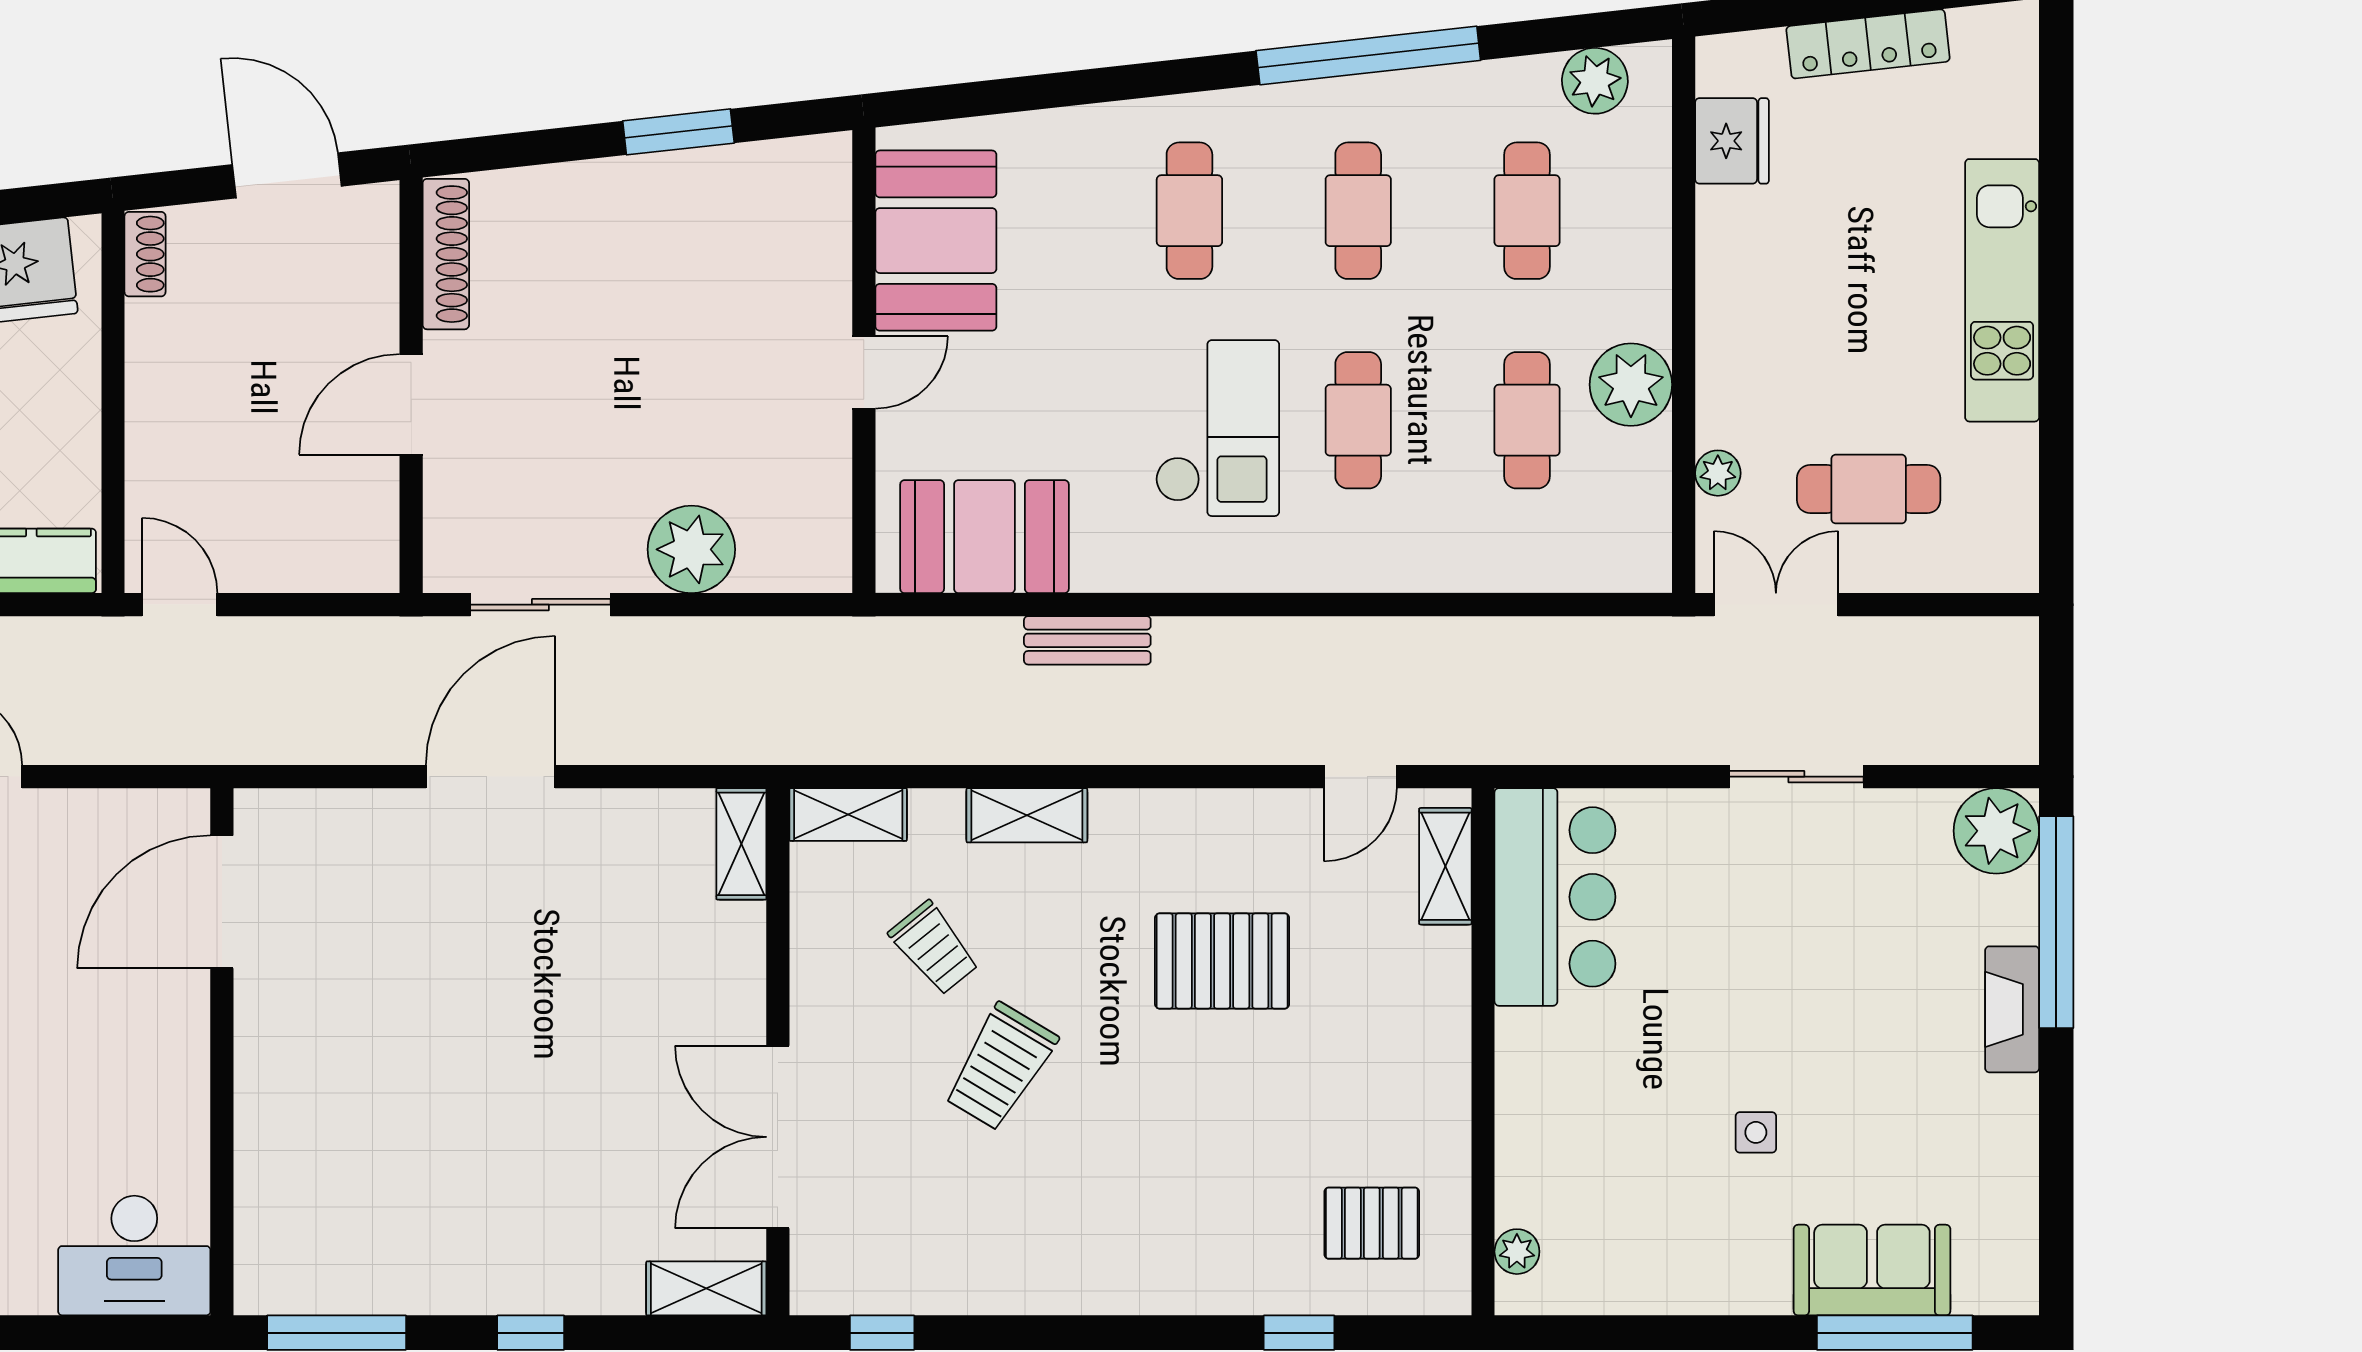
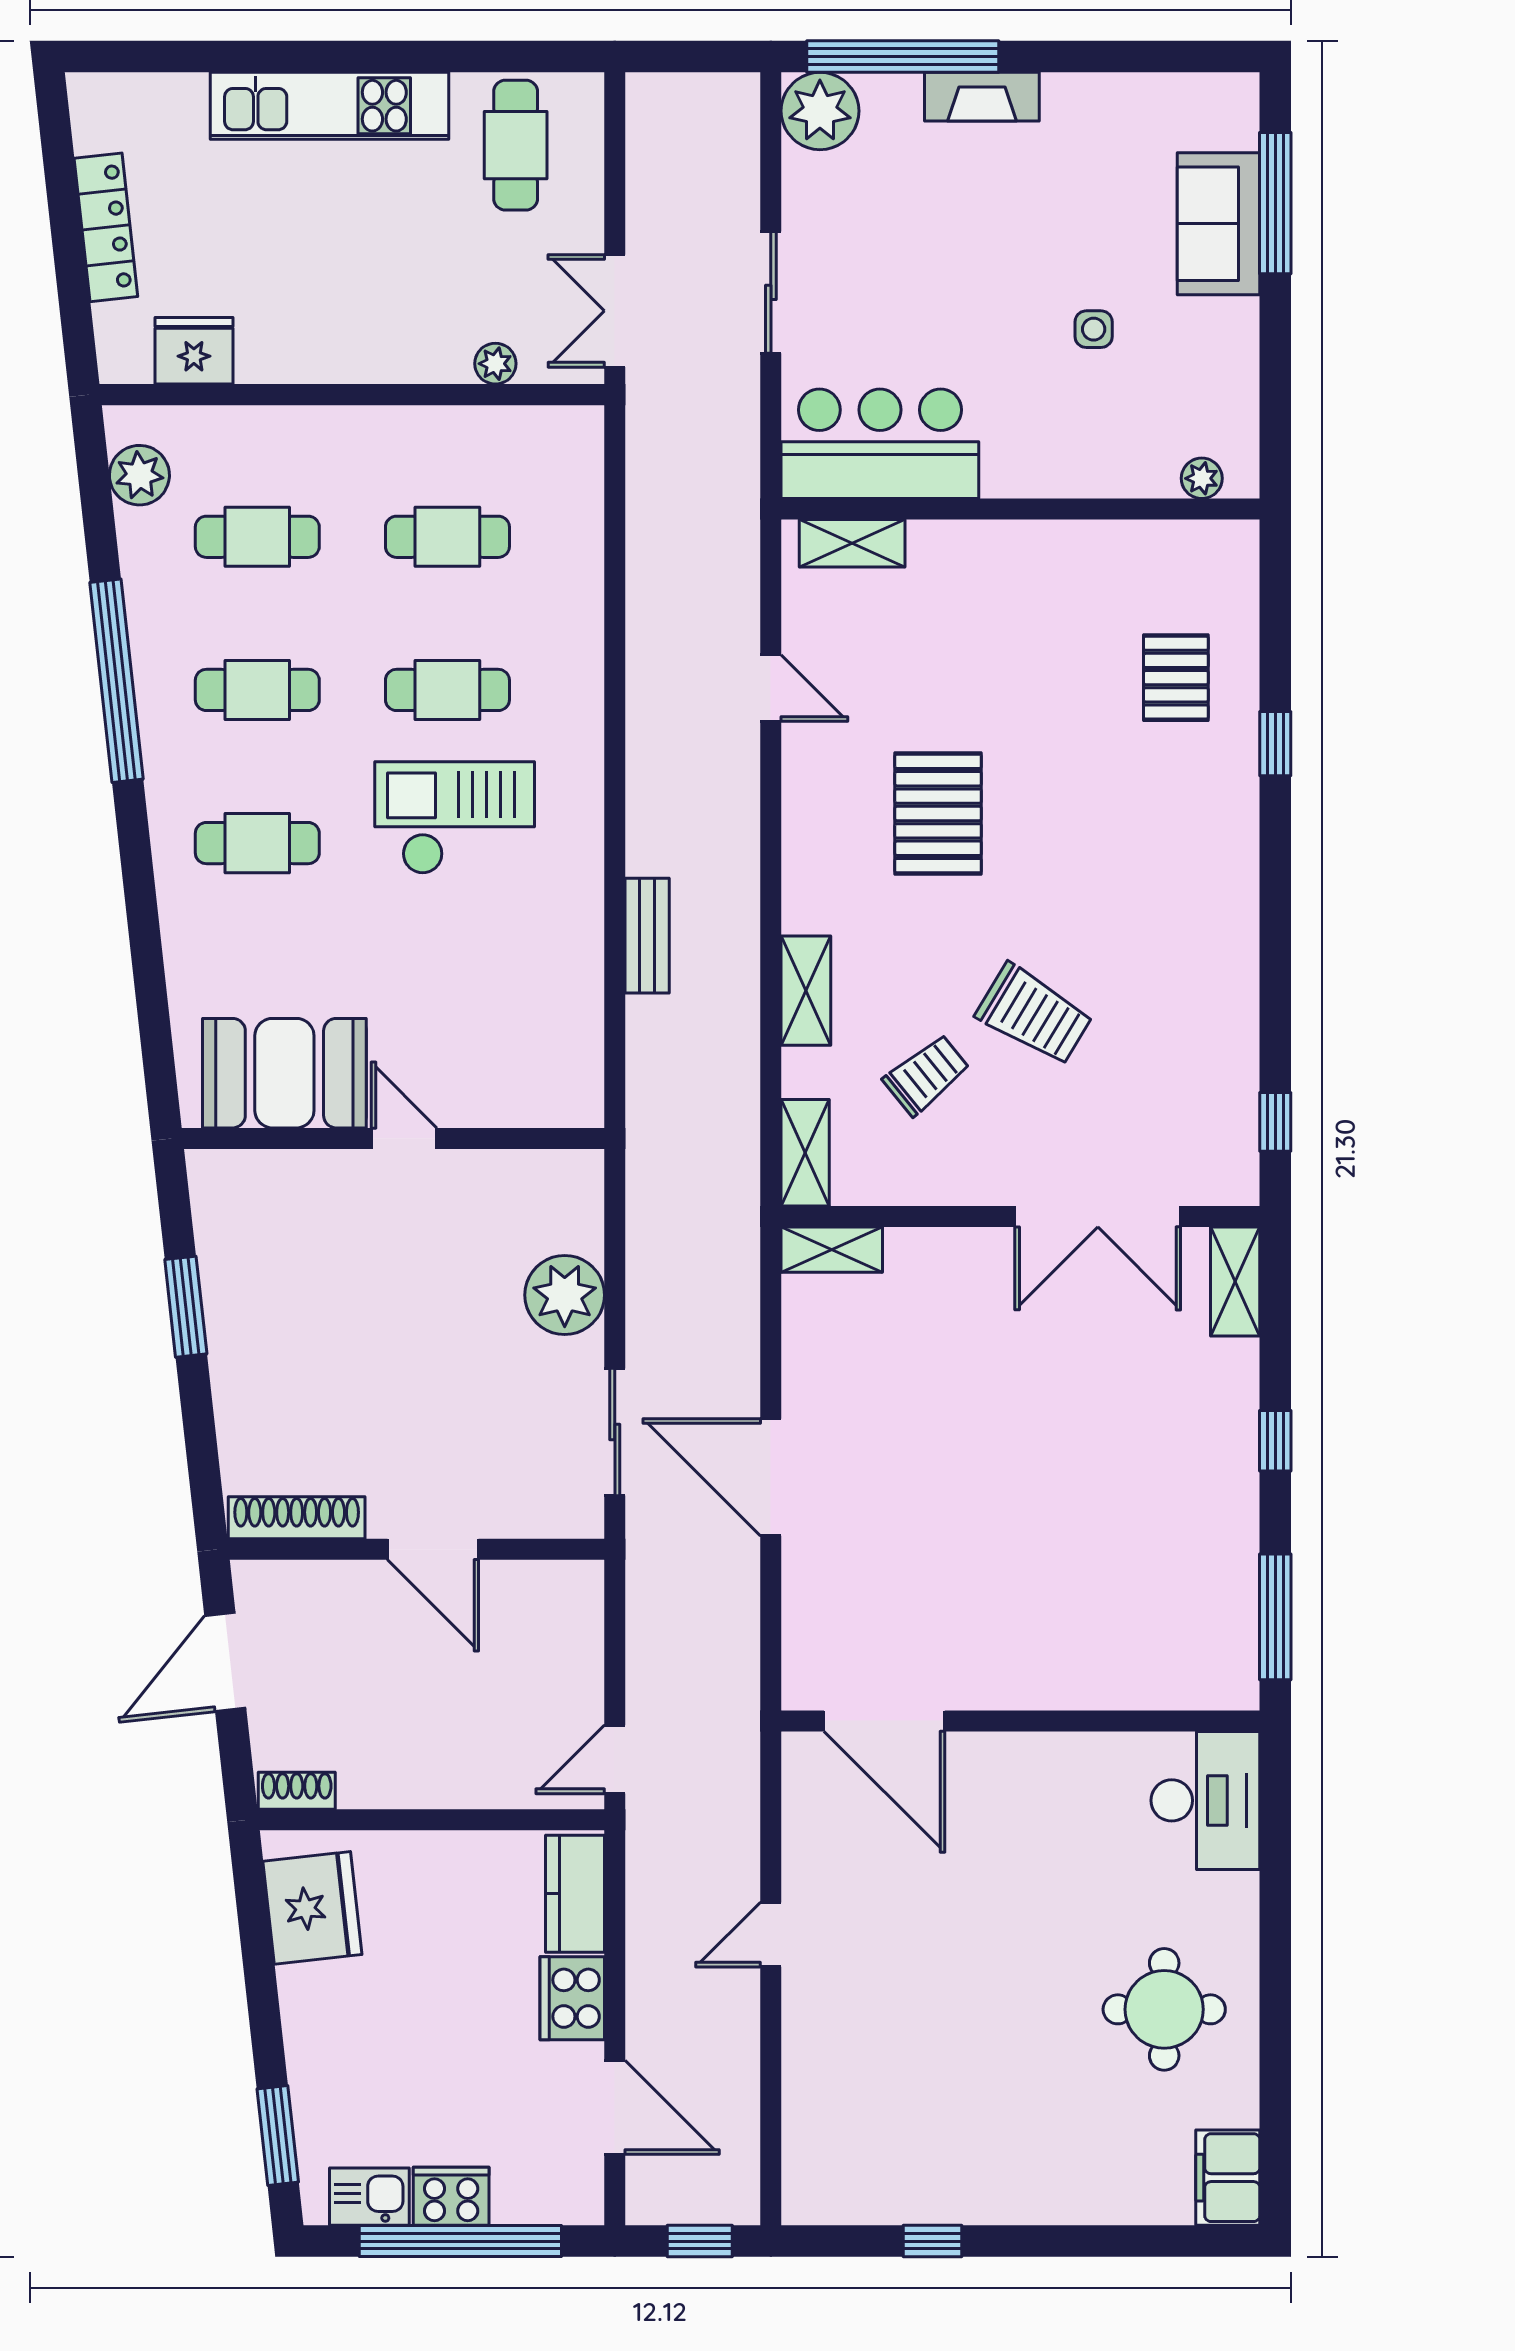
plant: (1631, 385) -> (415, 442), removed
cafe table: (1869, 489) -> (516, 145), moved
booth: (984, 537) -> (553, 1029), removed
shelving: (1445, 866) -> (852, 543), moved
bar counter: (1555, 897) -> (880, 444), moved
wall: (1483, 1052) -> (1020, 509), moved
plant: (1517, 1252) -> (1202, 478), moved

